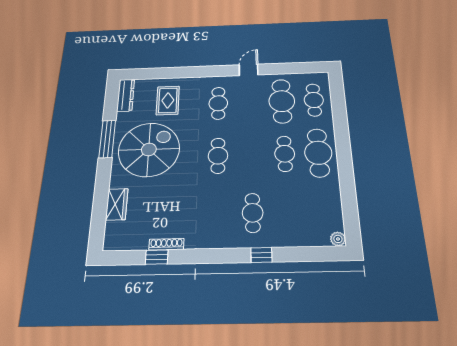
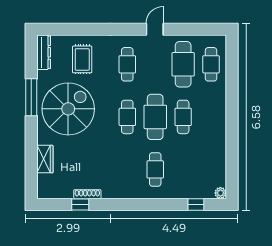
cafe table: (318, 153) -> (155, 117), moved
window: (261, 255) -> (196, 205), moved

